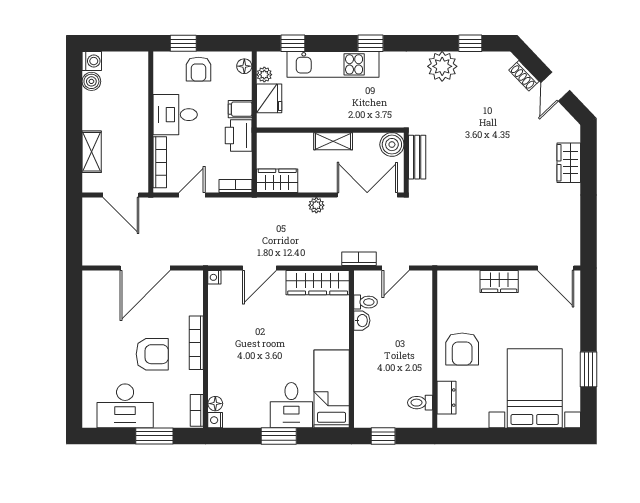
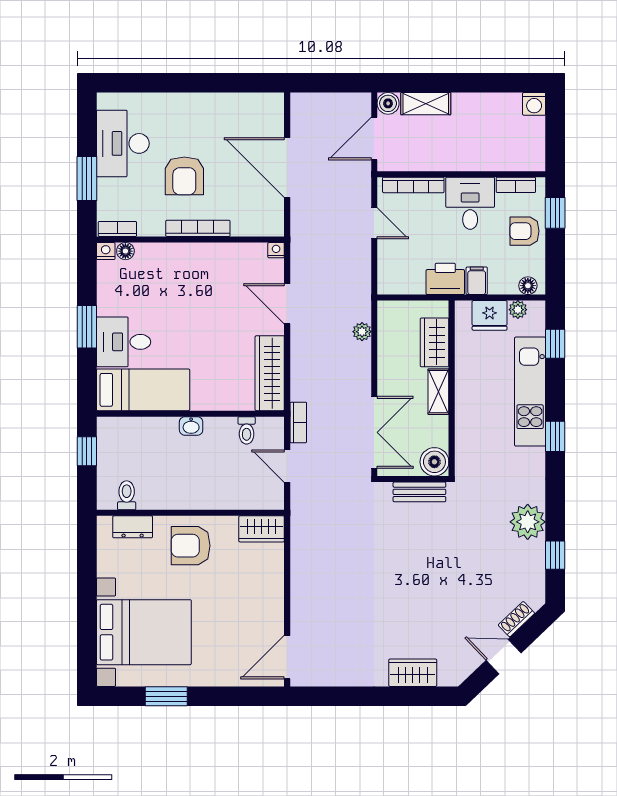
boiler: (91, 81) -> (388, 103), moved
wardrobe: (277, 181) -> (435, 342), moved, turned 180
bookcase: (235, 186) -> (516, 185), moved, turned 90
plant: (316, 205) -> (362, 332), moved
wardrobe: (499, 281) -> (262, 529), moved, turned -90
washbasin: (362, 321) -> (191, 426), moved

